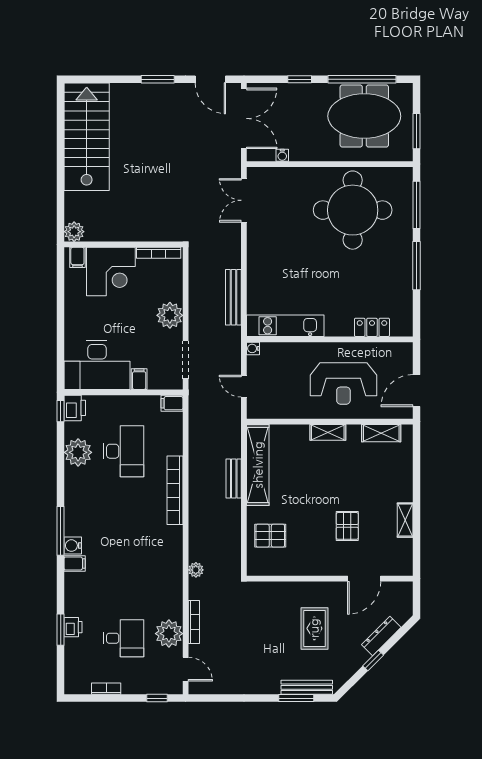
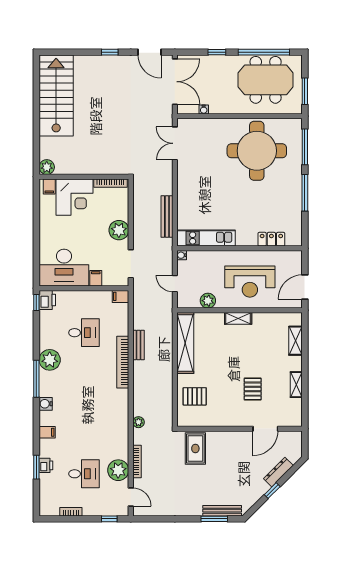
window: (158, 79) -> (110, 52), width x0.67
plant: (288, 409) -> (208, 301), added
shelving: (381, 433) -> (296, 341), moved, turned 90
desk: (123, 451) -> (84, 333), width x0.73
plant: (78, 452) -> (50, 360), moved
bench: (234, 479) -> (139, 345), moved
window: (61, 531) -> (36, 379), moved
filing cabinet: (75, 563) -> (47, 432), moved
rug: (314, 628) -> (195, 449), moved

